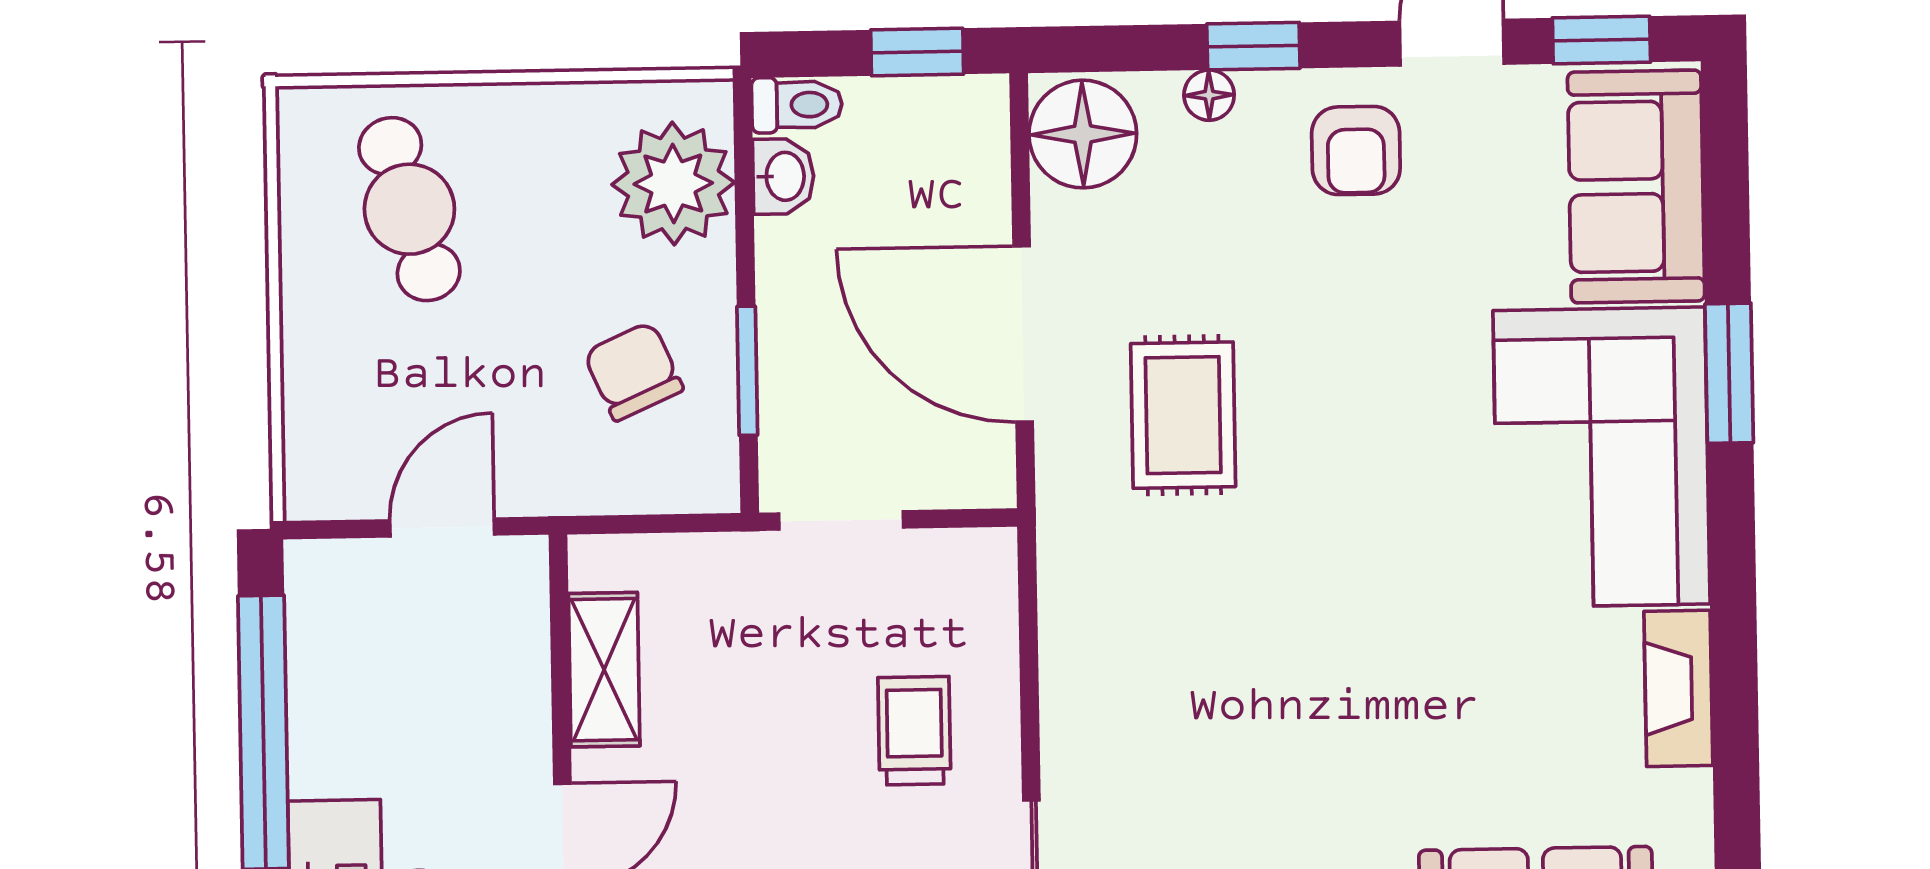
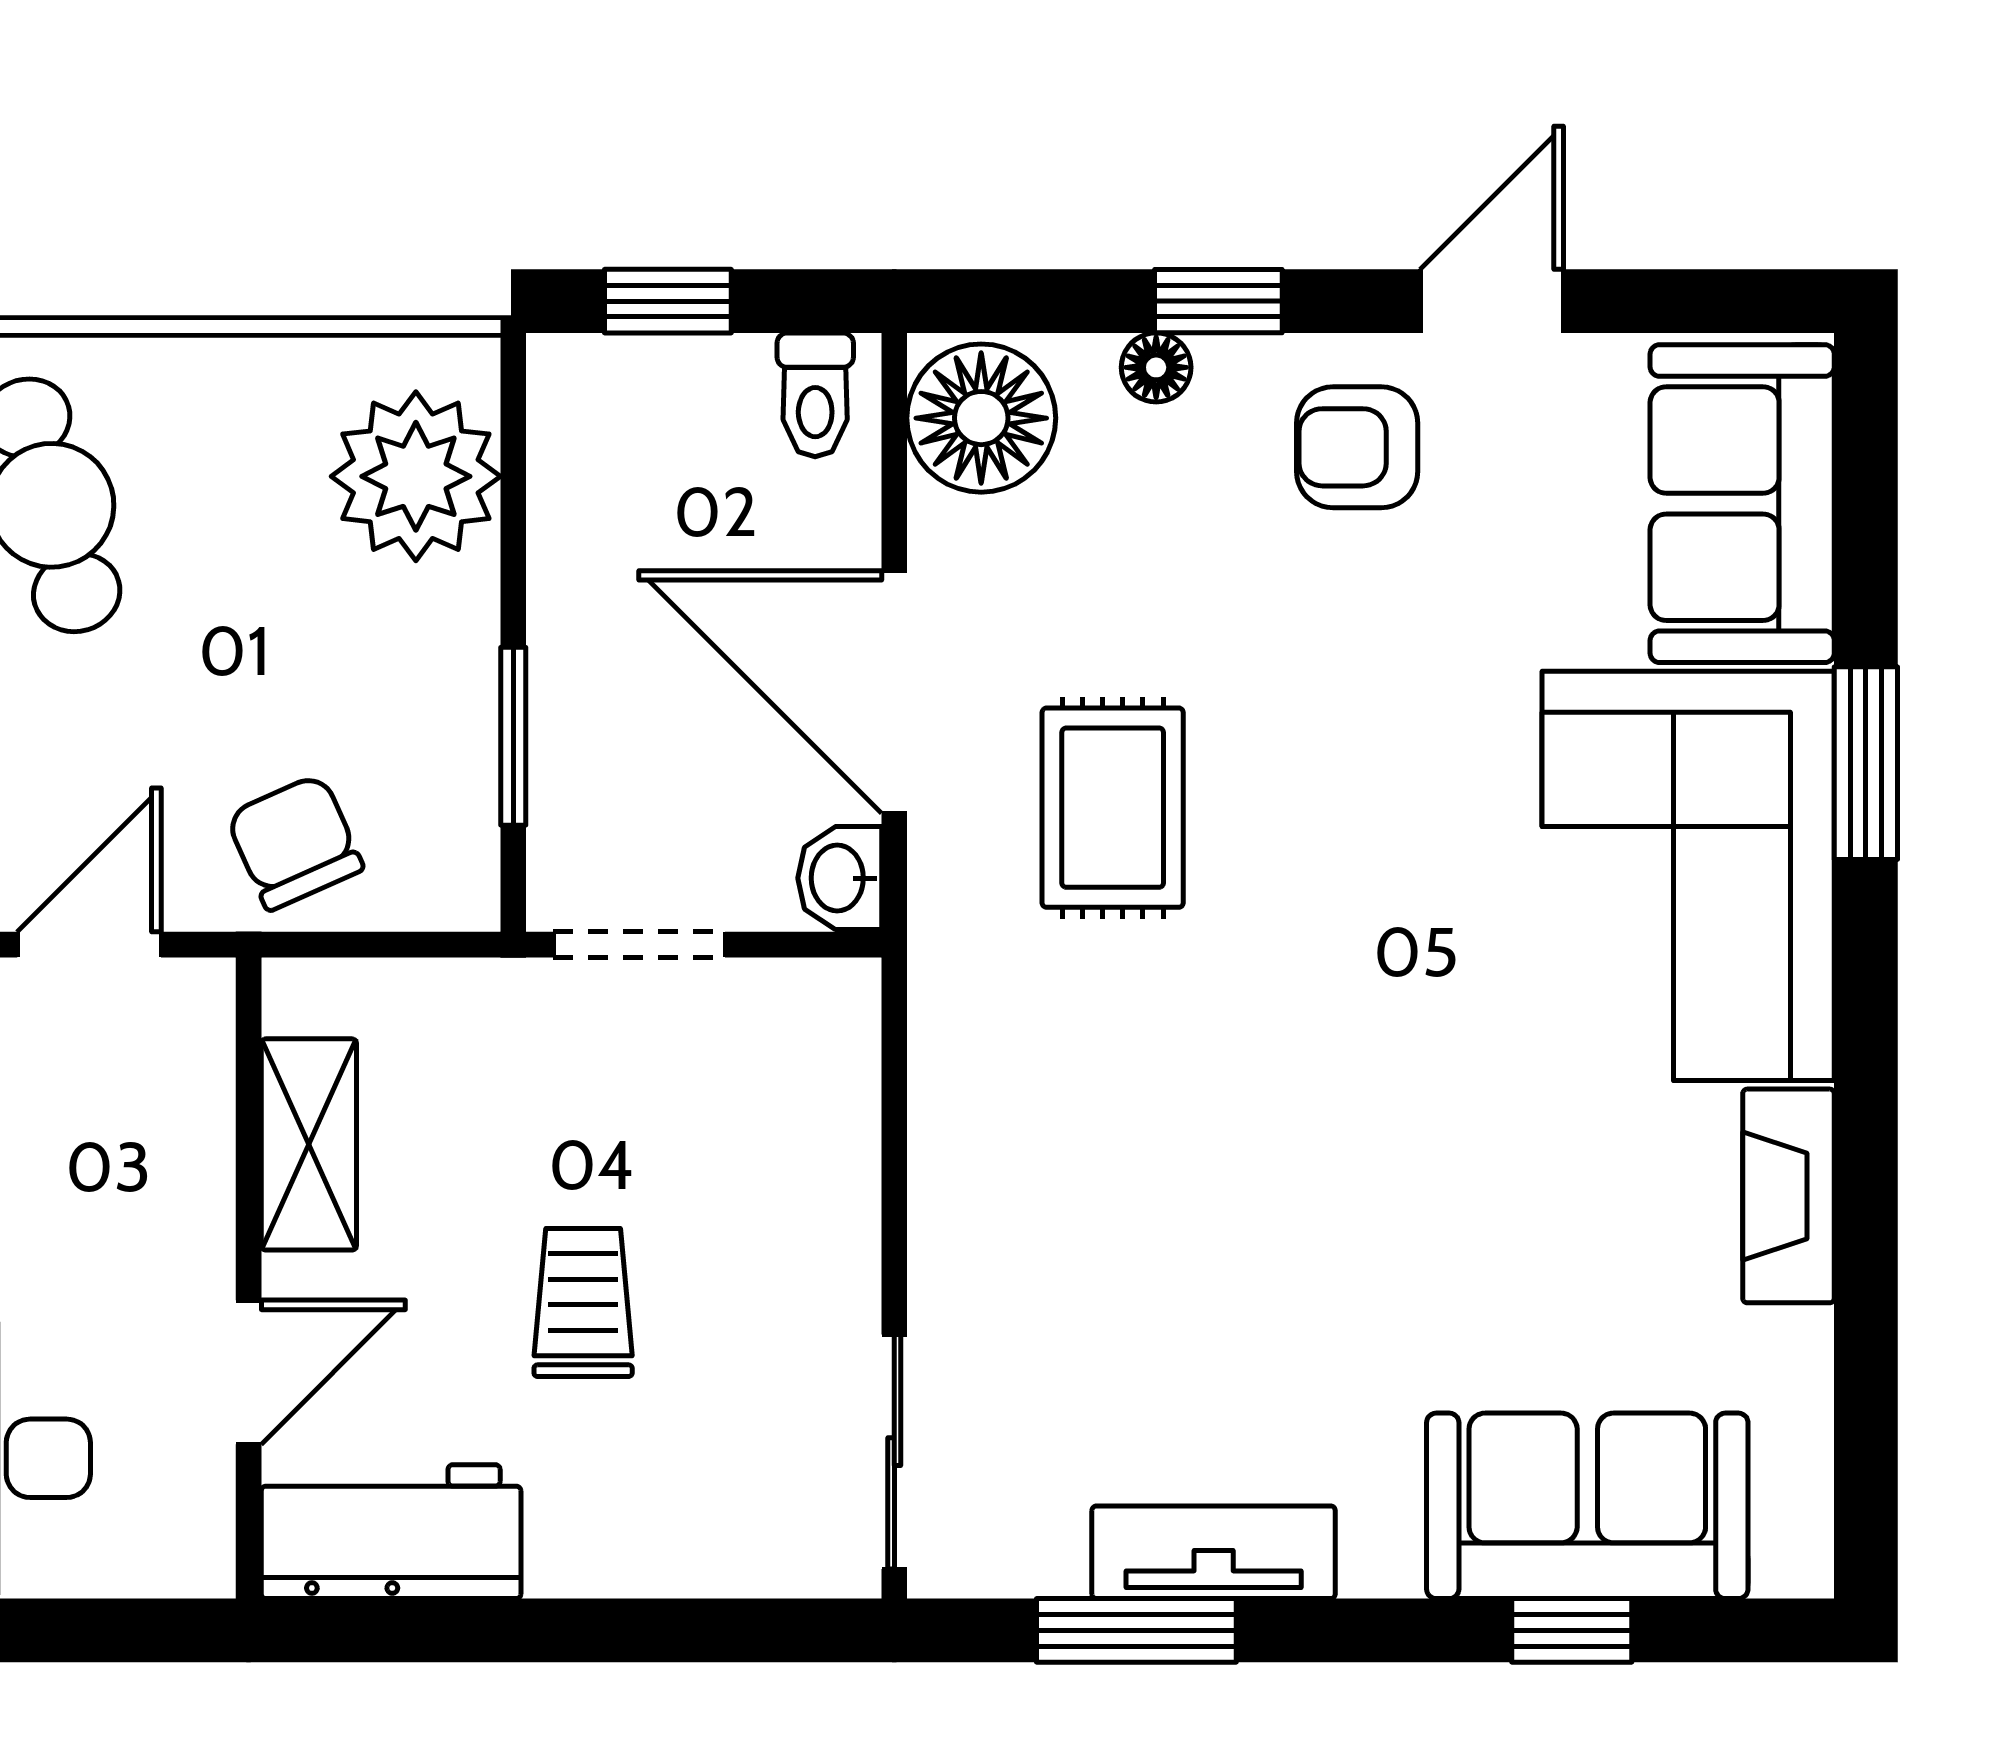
window: (1601, 40) -> (1698, 301), removed
window: (917, 52) -> (668, 301), moved
toilet: (797, 105) -> (815, 395), moved, turned 90
armchair: (1356, 151) -> (1357, 447), turned 90
washbasin: (783, 176) -> (840, 878), moved, turned 180
chair: (633, 371) -> (295, 842), moved
trolley: (914, 731) -> (583, 1302), moved

